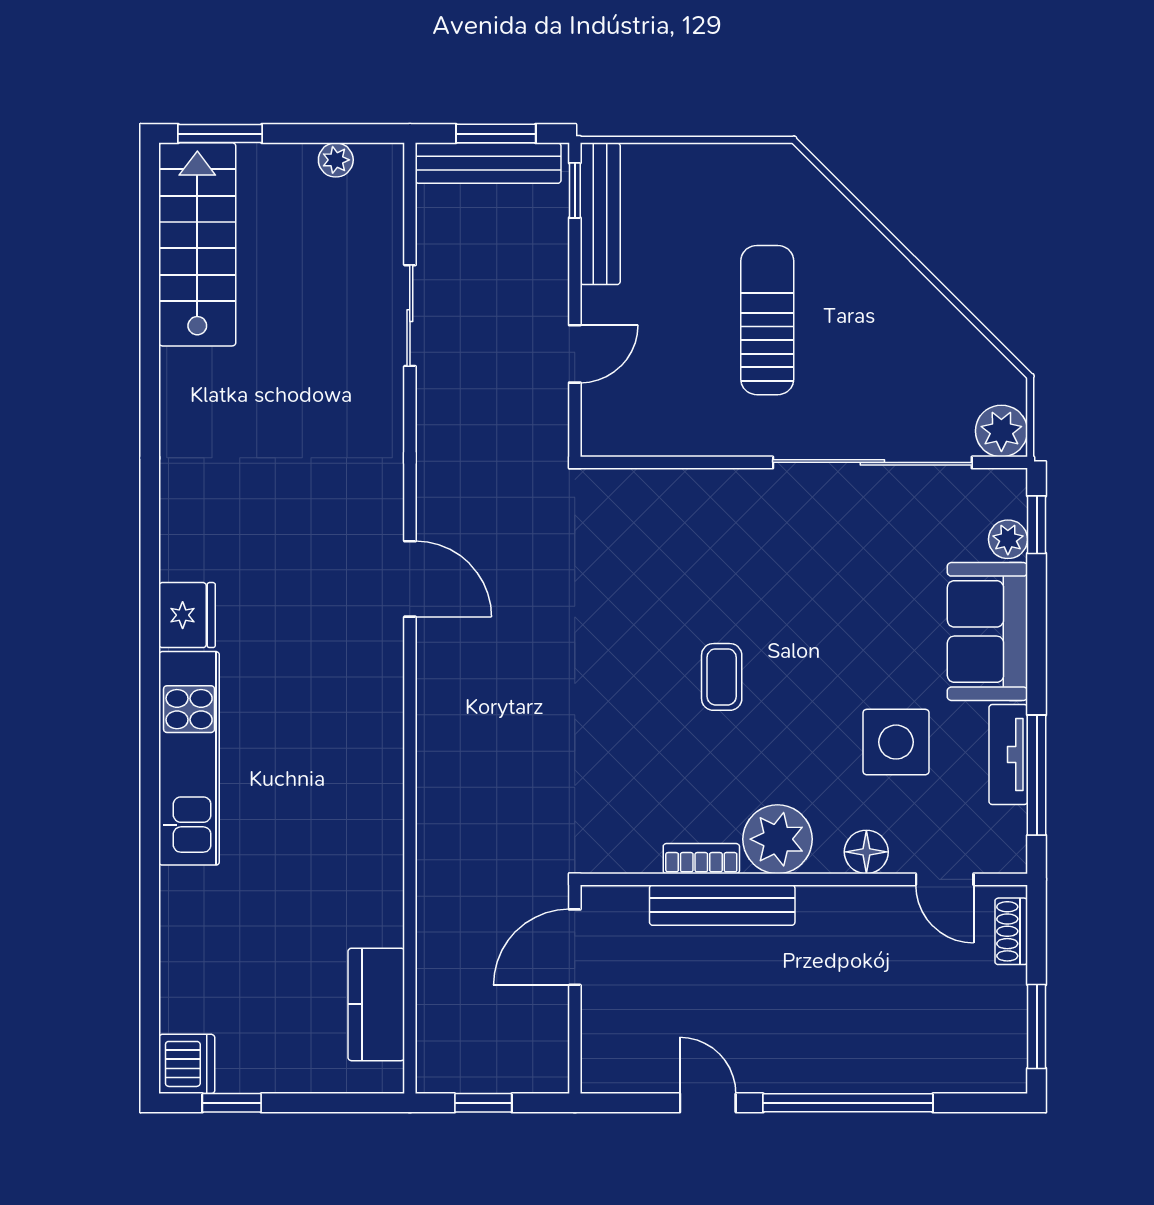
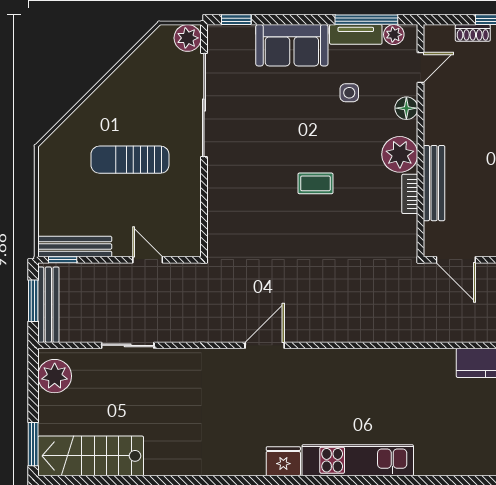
plant: (336, 160) -> (55, 376), width x1.87, depth x1.87
plant: (1008, 539) -> (394, 35), moved
side table: (896, 742) -> (349, 93), width x0.54, depth x0.54
shoe rack: (1011, 931) -> (473, 33), moved

